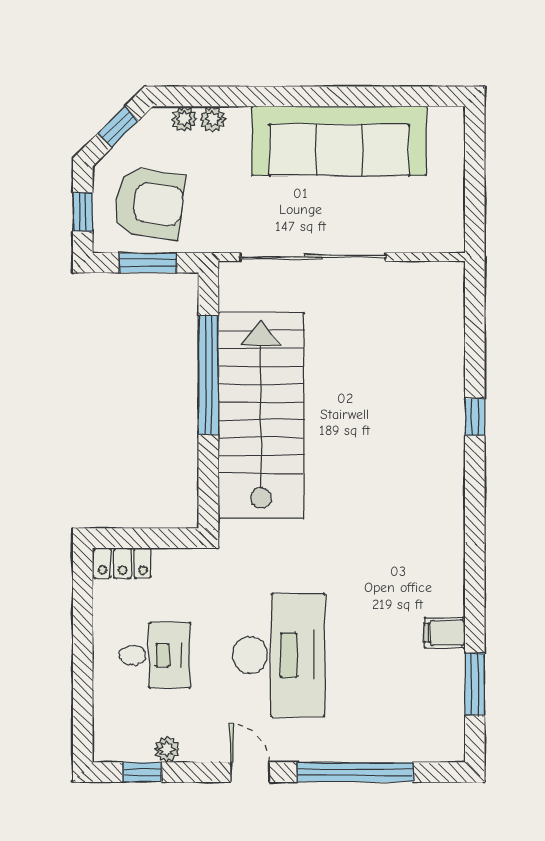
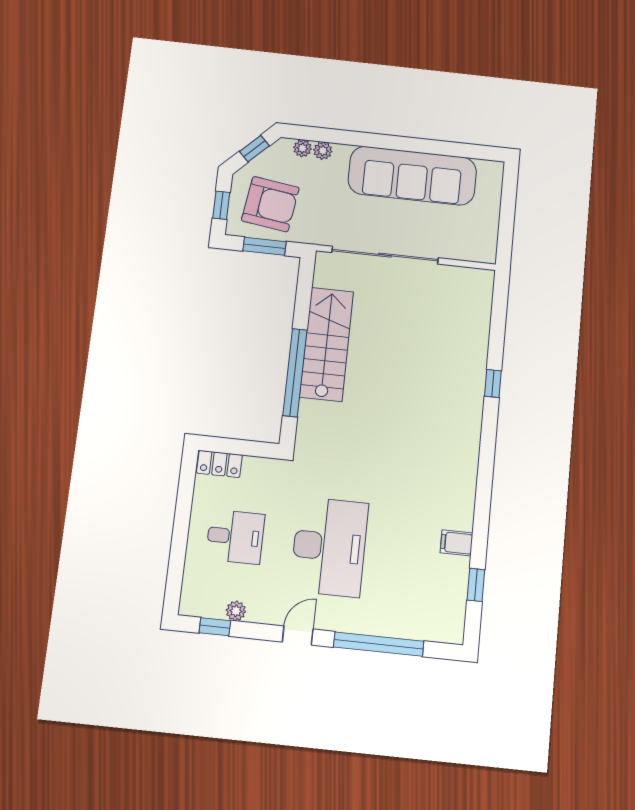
window: (208, 375) -> (295, 373), moved
stairs: (261, 416) -> (327, 344), width x0.73, depth x0.66
window: (475, 684) -> (476, 585), width x0.67
door: (250, 772) -> (298, 636), hinge flipped

